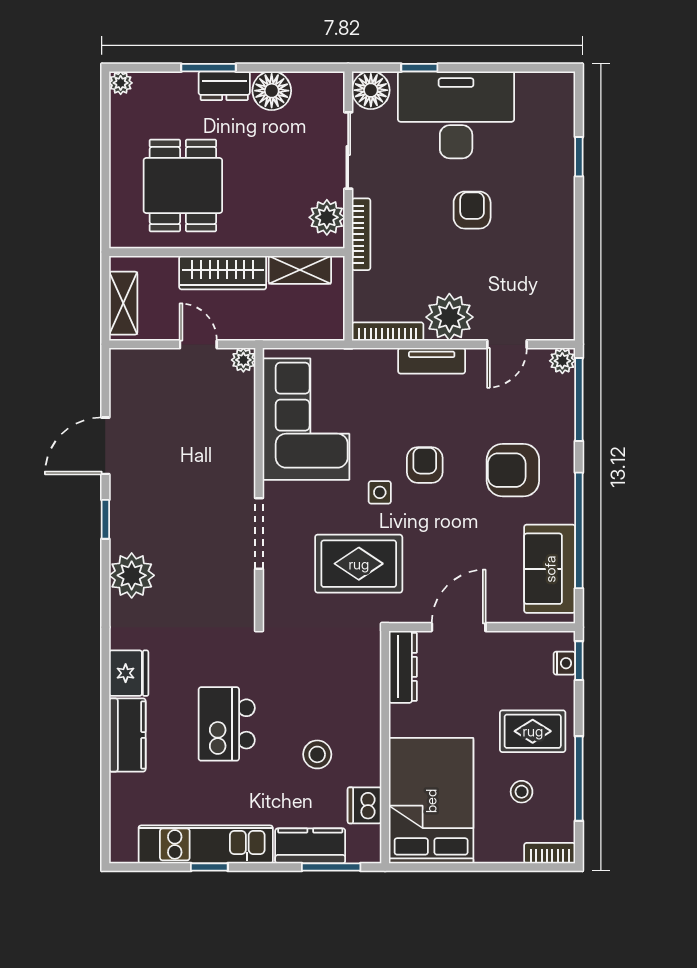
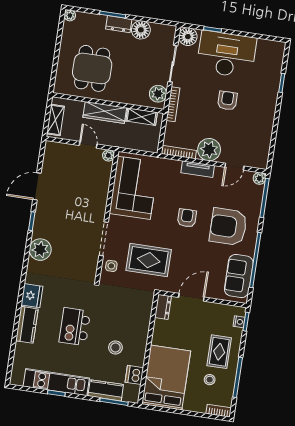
armchair: (513, 470) -> (228, 227), width x1.36, depth x1.36
side table: (380, 492) -> (111, 266), moved
dresser: (403, 667) -> (163, 307), width x0.70
rug: (533, 731) -> (219, 352), turned 90

